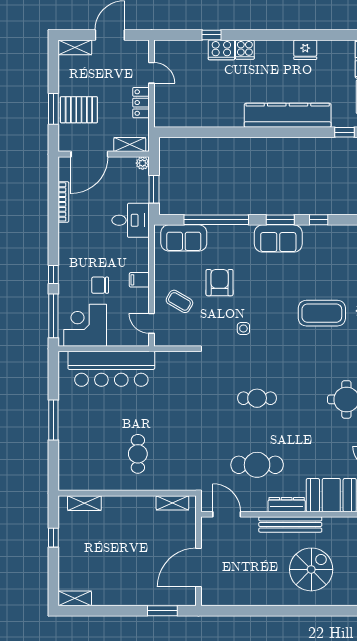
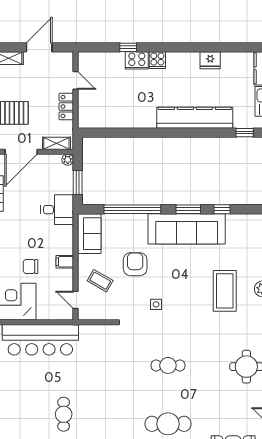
sofa: (184, 238) -> (89, 234), moved, turned -90
sofa: (278, 238) -> (187, 229), width x1.85, depth x1.27
coffee table: (322, 313) -> (225, 291), turned 90

